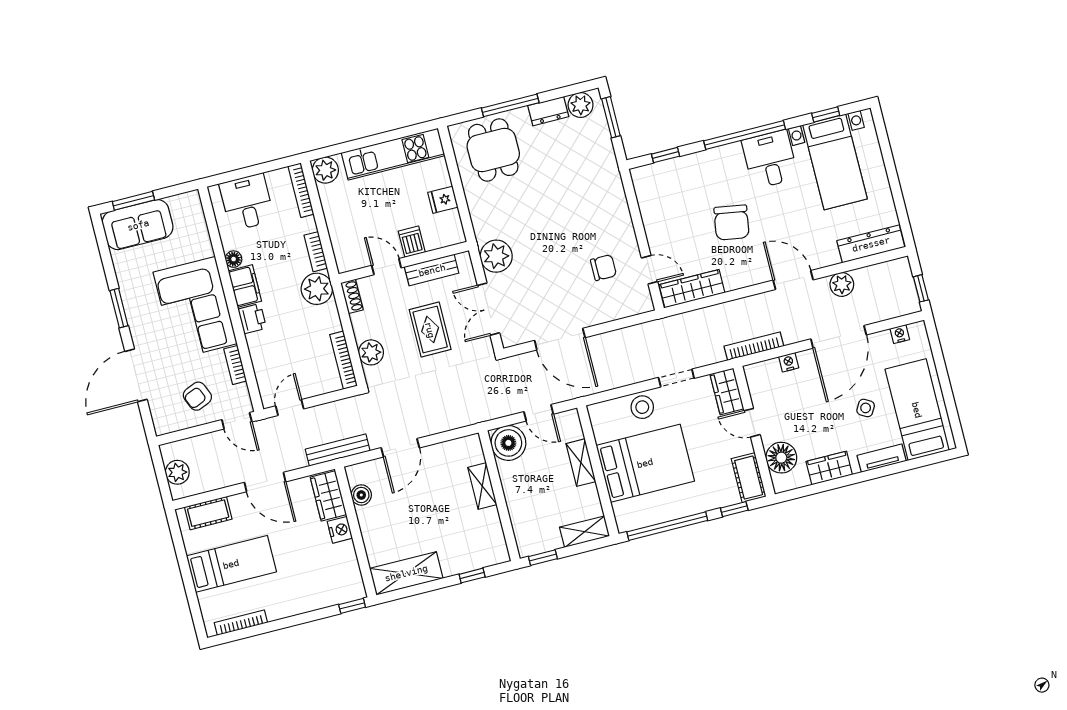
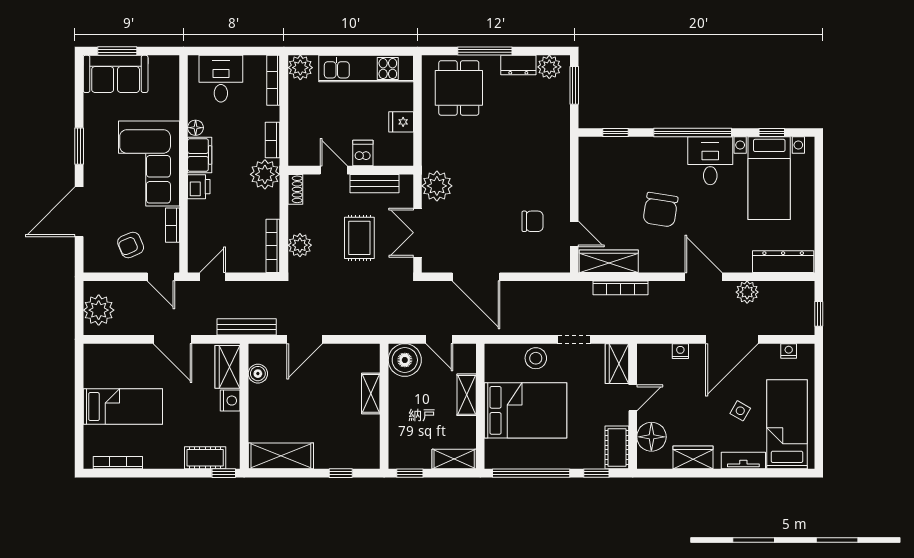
bookcase: (754, 346) -> (621, 288), moved, turned 180
door: (752, 423) -> (633, 398), swing flipped
plant: (177, 472) -> (99, 310), width x1.36, depth x1.36
cot: (208, 513) -> (205, 458), moved

